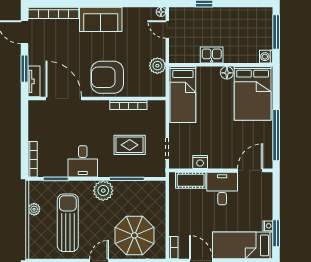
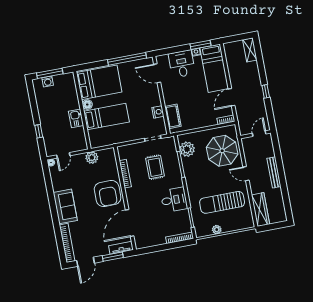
washing machine: (266, 57) -> (48, 82), moved
bed: (183, 95) -> (106, 117), moved
desk: (222, 189) -> (182, 64), moved, turned 90
plant: (103, 191) -> (187, 149), moved

